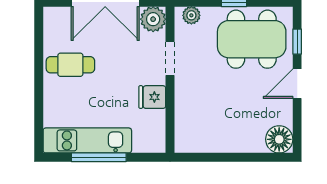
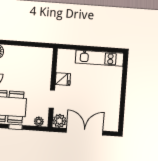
cafe table: (70, 65) -> (106, 99), removed
window: (99, 157) -> (94, 49), removed

